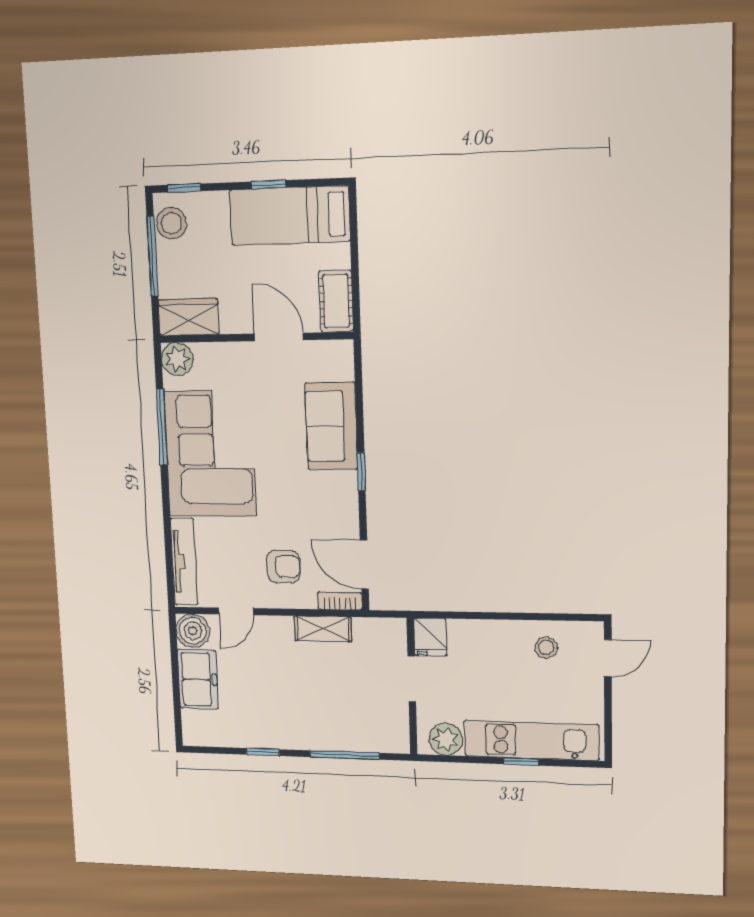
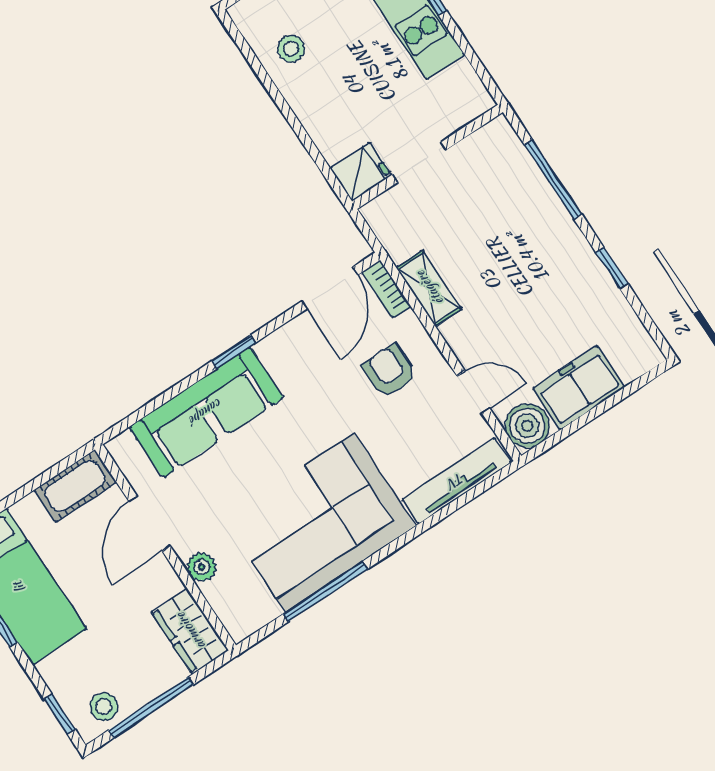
stool: (172, 223) -> (104, 707), width x0.73, depth x0.73
plant: (177, 359) -> (202, 567), moved, width x0.73, depth x0.73
sofa: (331, 426) -> (206, 412), width x1.36
plant: (446, 739) -> (461, 86), removed

